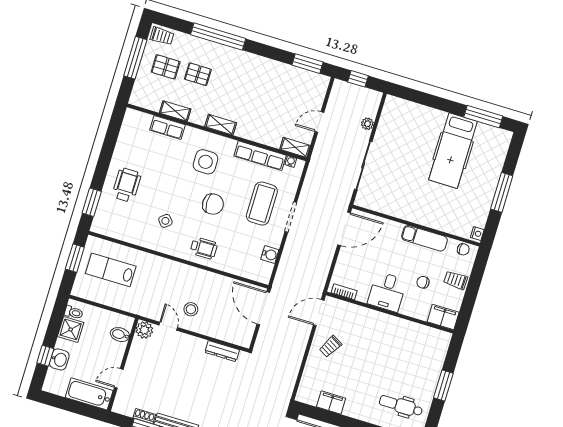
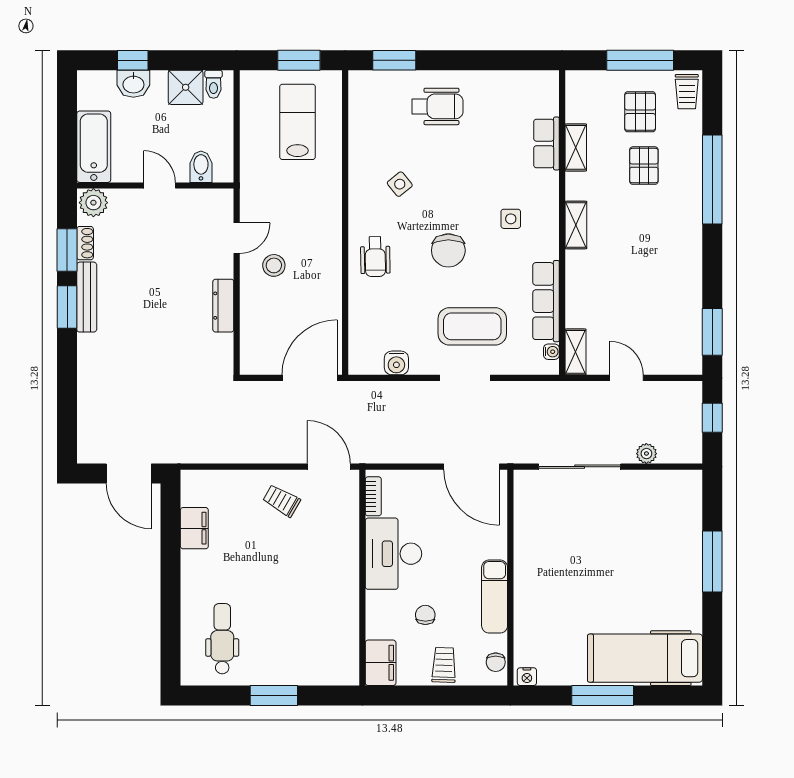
window: (483, 117) -> (712, 561), moved
hospital bed: (453, 151) -> (645, 658), moved
side table: (206, 162) -> (511, 219), width x0.54, depth x0.54
desk: (387, 292) -> (393, 554), width x1.37
plant: (144, 330) -> (93, 203), moved
dresser: (222, 351) -> (223, 306), moved
door: (119, 378) -> (160, 185), moved

